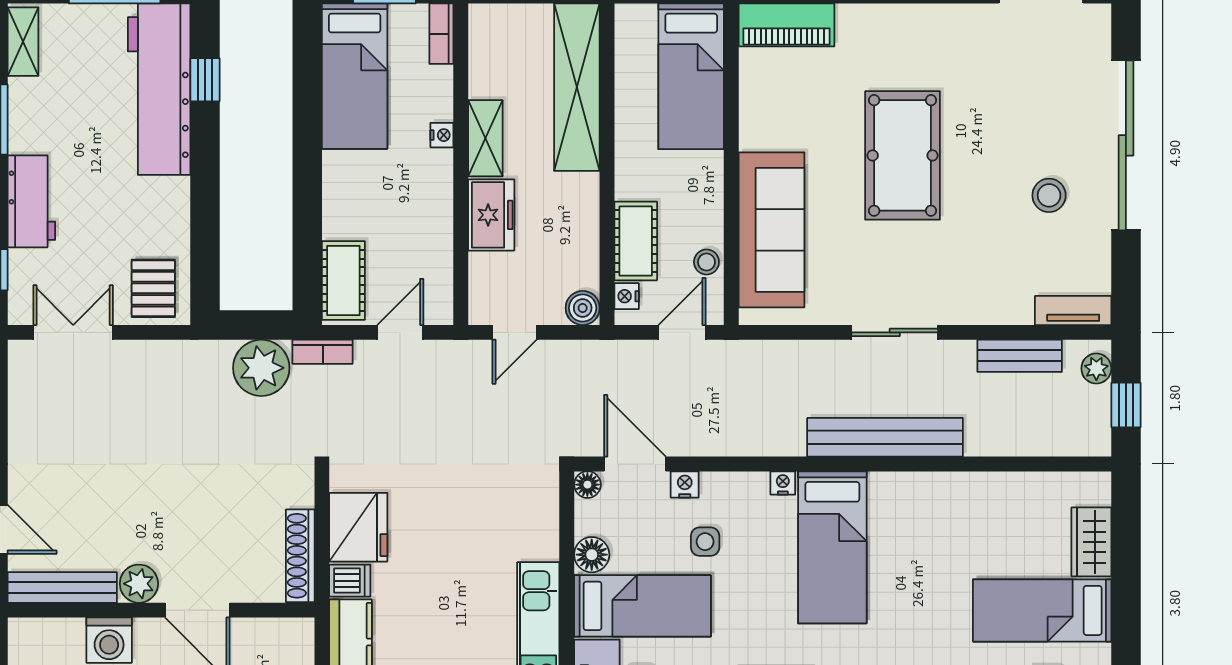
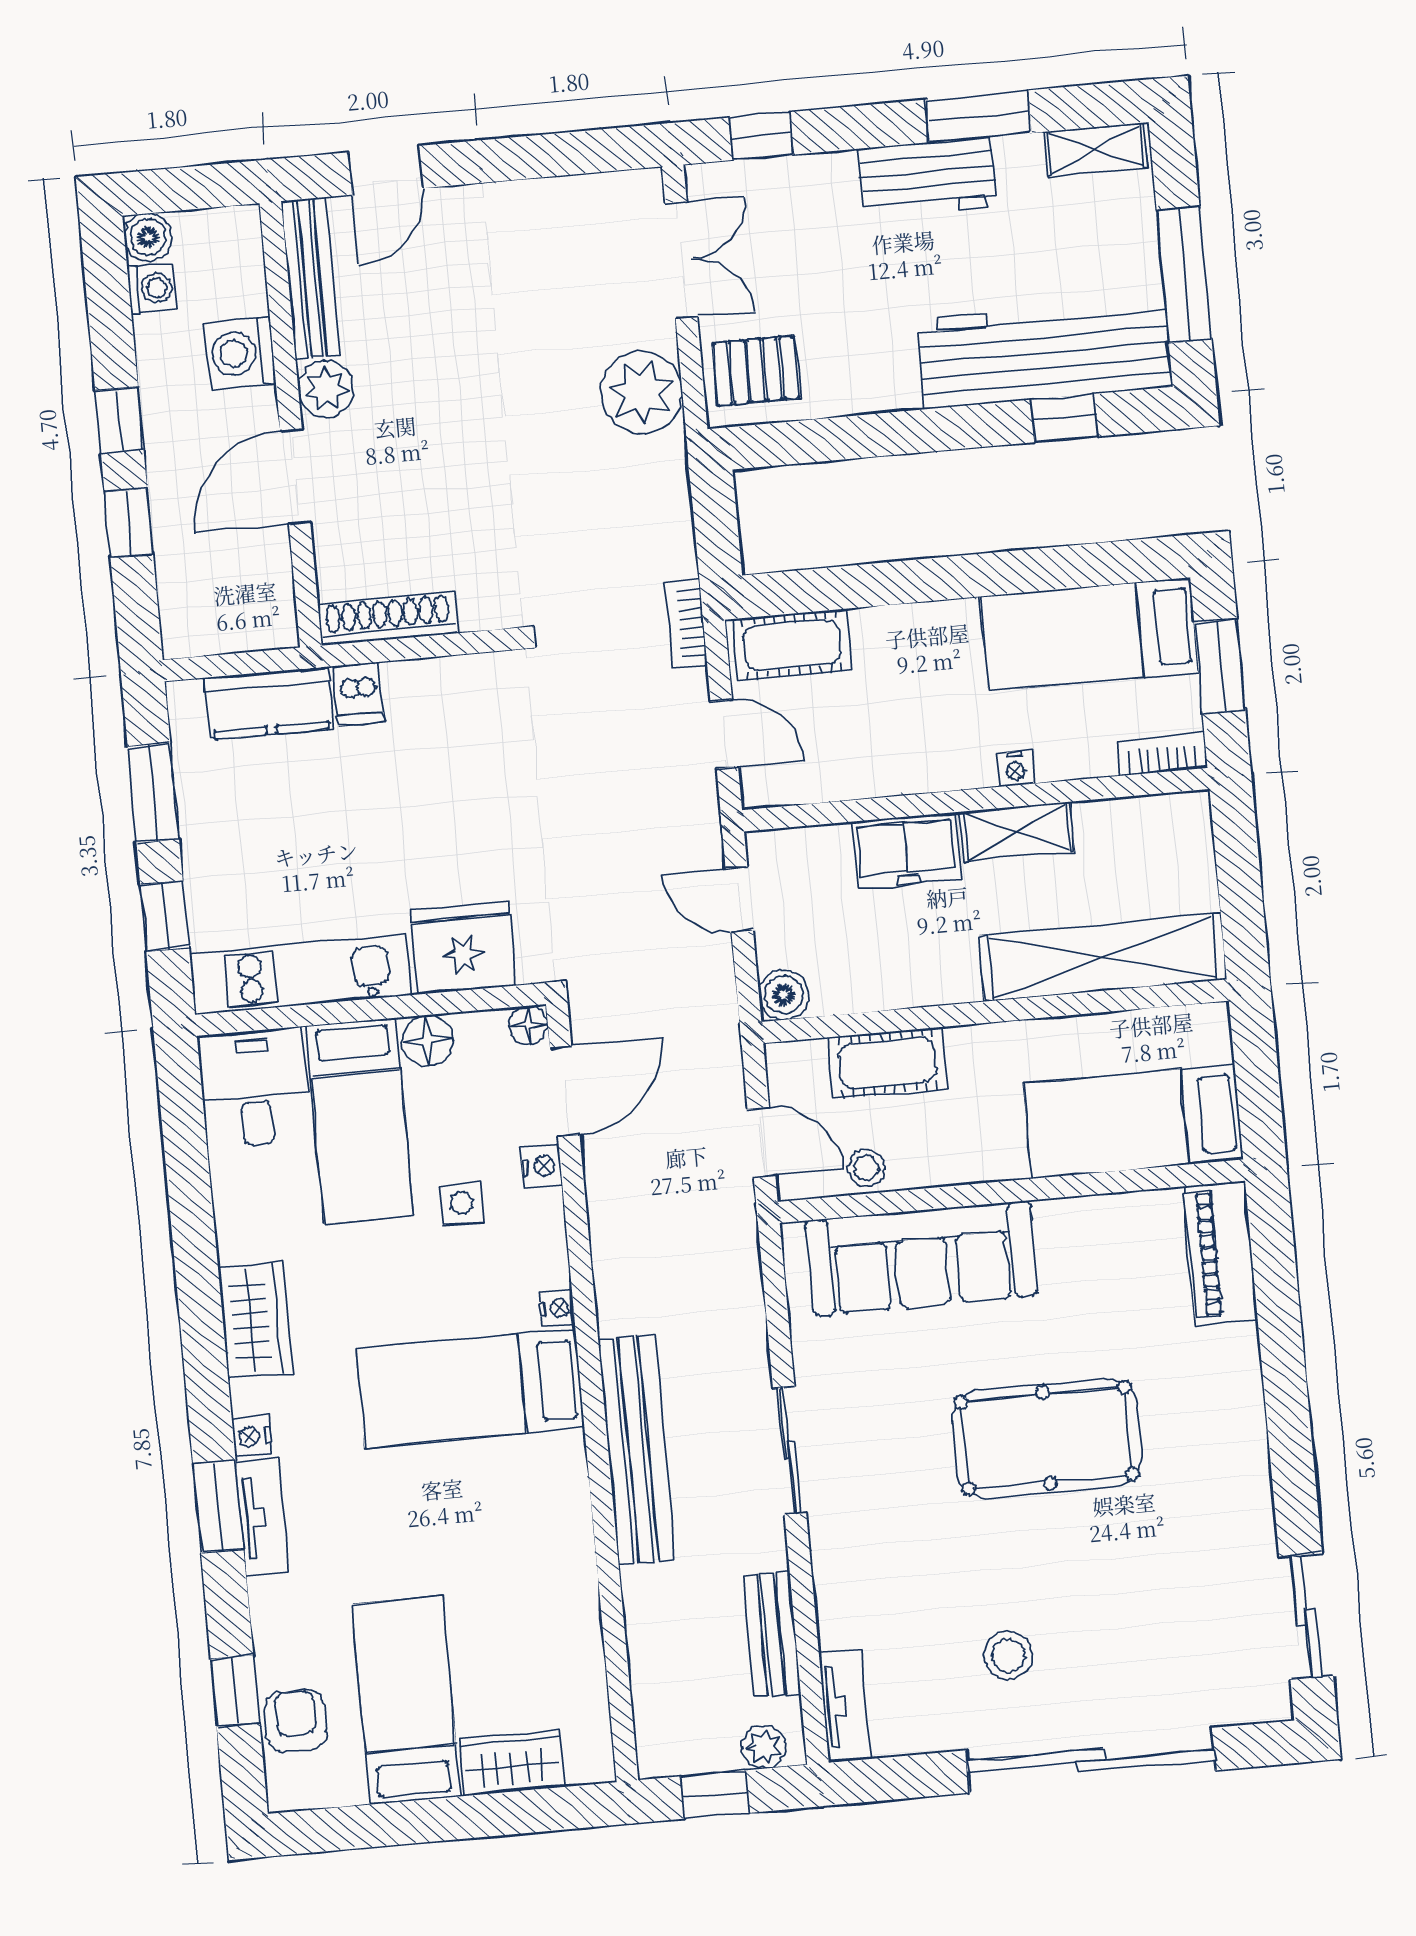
workbench: (31, 201) -> (927, 177), moved
nightstand: (627, 296) -> (806, 1057), removed
plant: (261, 368) -> (641, 392), moved
fridge: (358, 527) -> (463, 948), moved, turned 180

